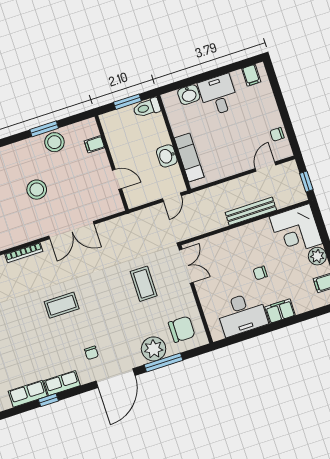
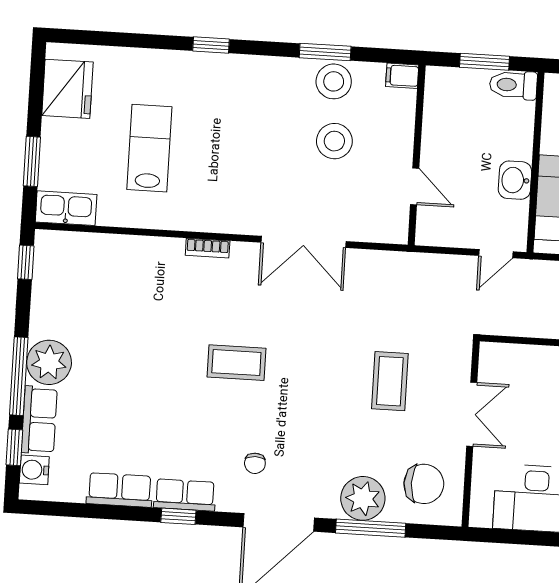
filing cabinet: (94, 144) -> (402, 76), moved
stool: (37, 190) -> (334, 141), moved
bookcase: (24, 253) -> (208, 248), width x0.64
double door: (186, 266) -> (472, 414), moved
window: (48, 400) -> (178, 516), moved

